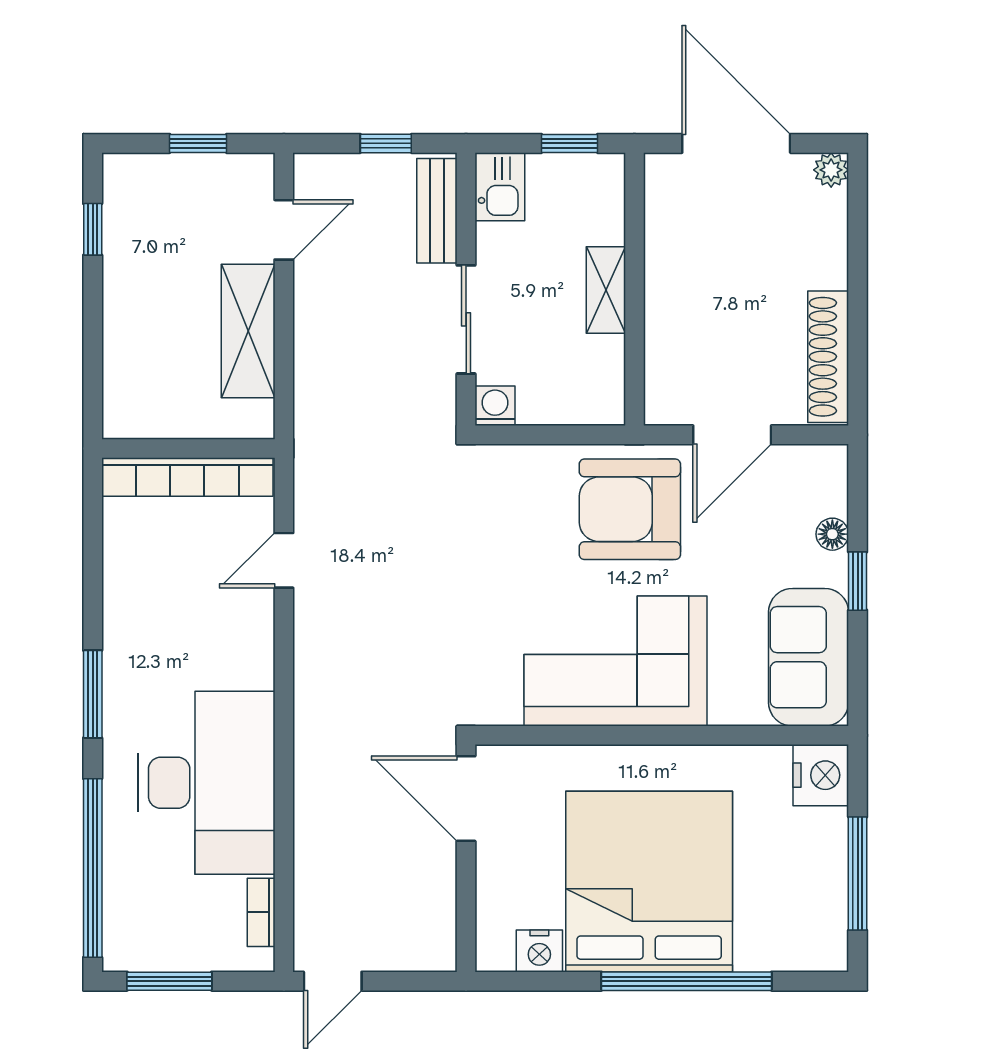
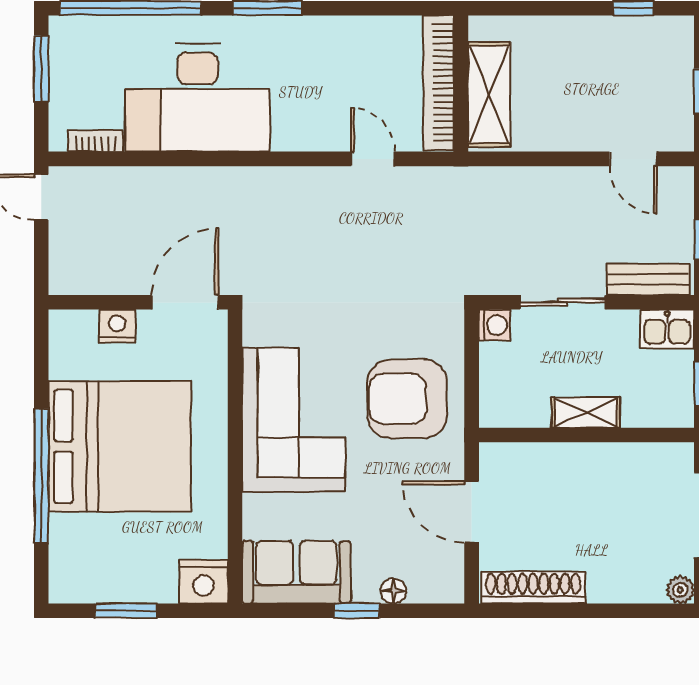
shelving: (248, 331) -> (489, 95), moved, turned 90
armchair: (630, 509) -> (407, 399), moved, turned -90
window: (858, 874) -> (126, 611), width x0.69
nightstand: (539, 951) -> (117, 326), moved, turned 90

